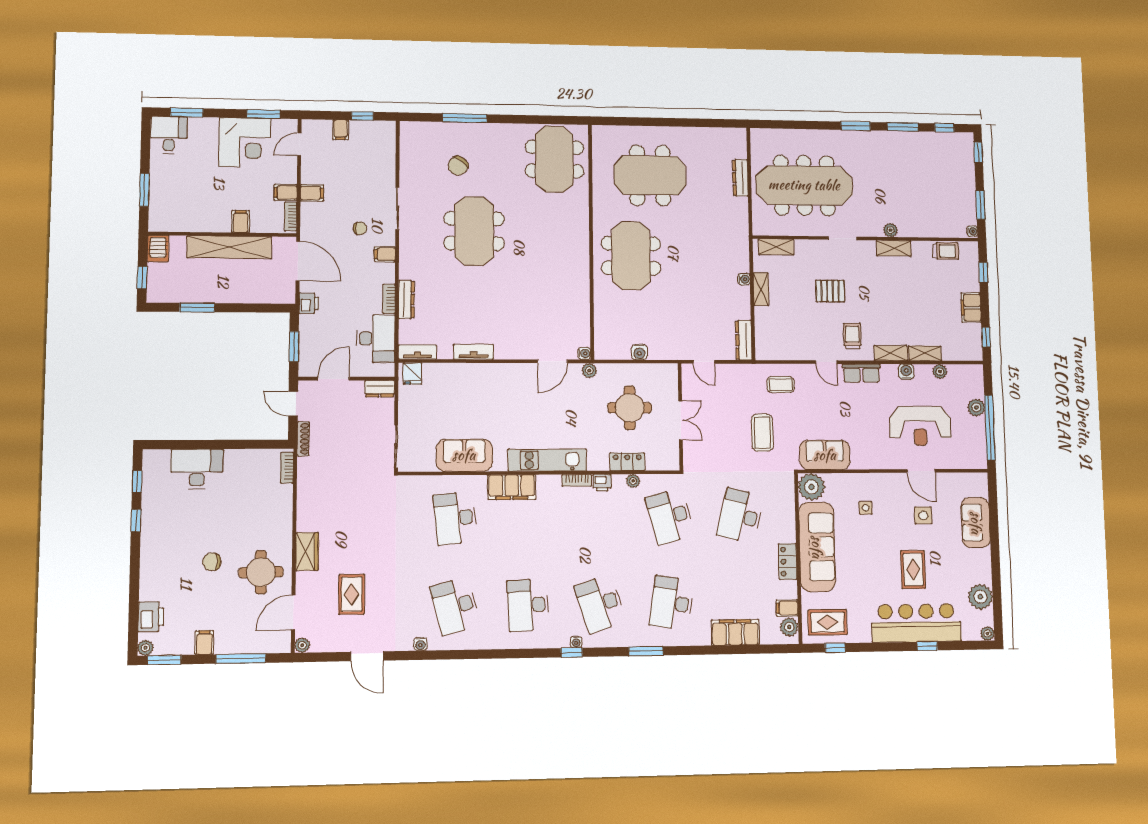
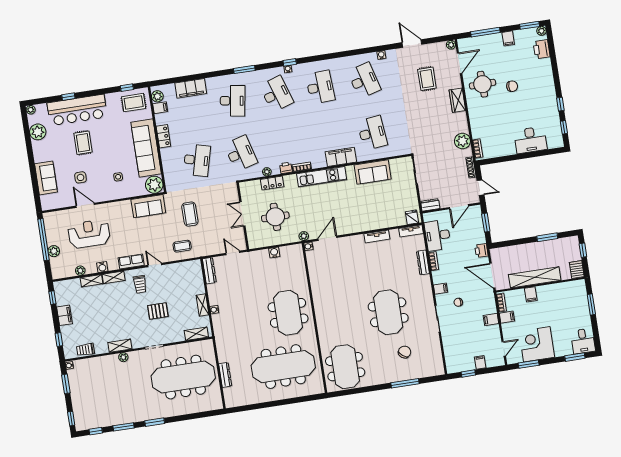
meeting table: (650, 175) -> (283, 367), width x1.36
plant: (310, 484) -> (462, 141), added

